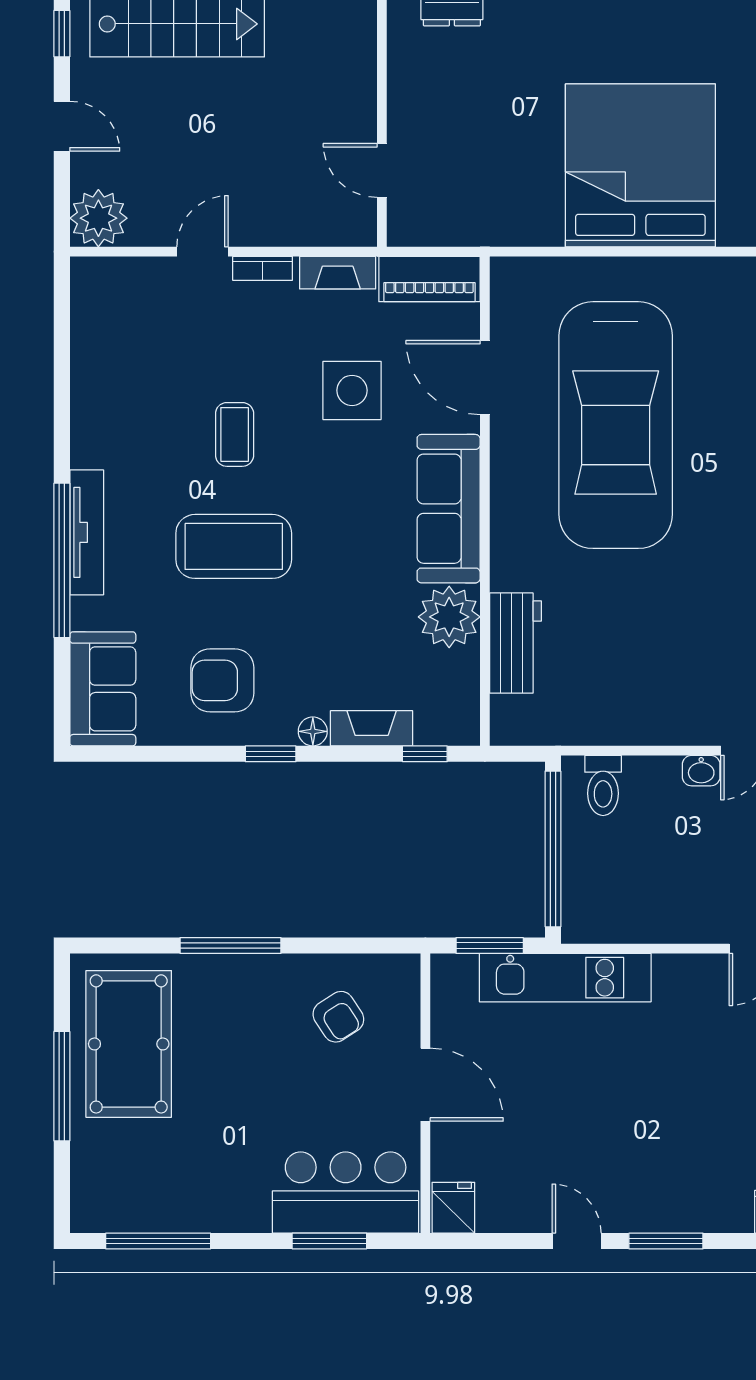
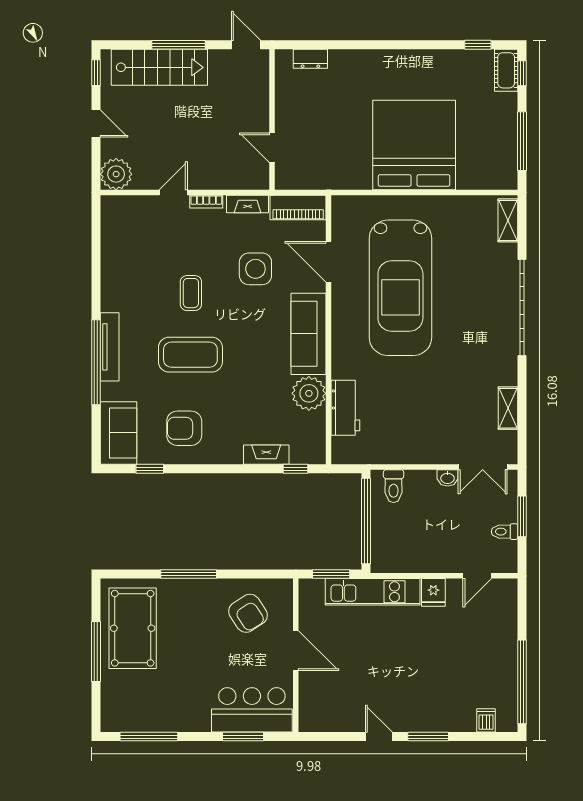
floor lamp: (313, 731) -> (234, 456), removed
window: (271, 754) -> (150, 469), moved
armchair: (338, 1017) -> (248, 613), width x1.38, depth x1.38
fridge: (453, 1208) -> (433, 592), moved, turned 180

